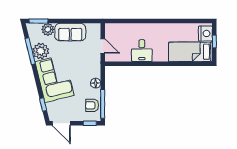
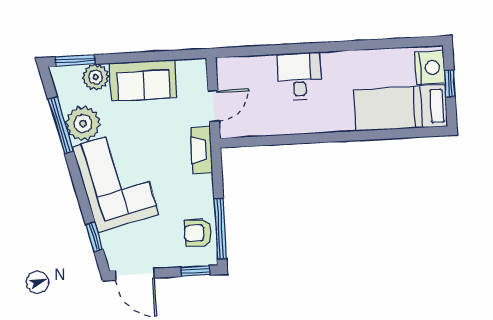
door: (103, 46) -> (214, 106), hinge flipped
desk: (142, 51) -> (299, 76), moved, turned 180
fireplace: (96, 66) -> (202, 150), added
floor lamp: (96, 83) -> (203, 185), removed

